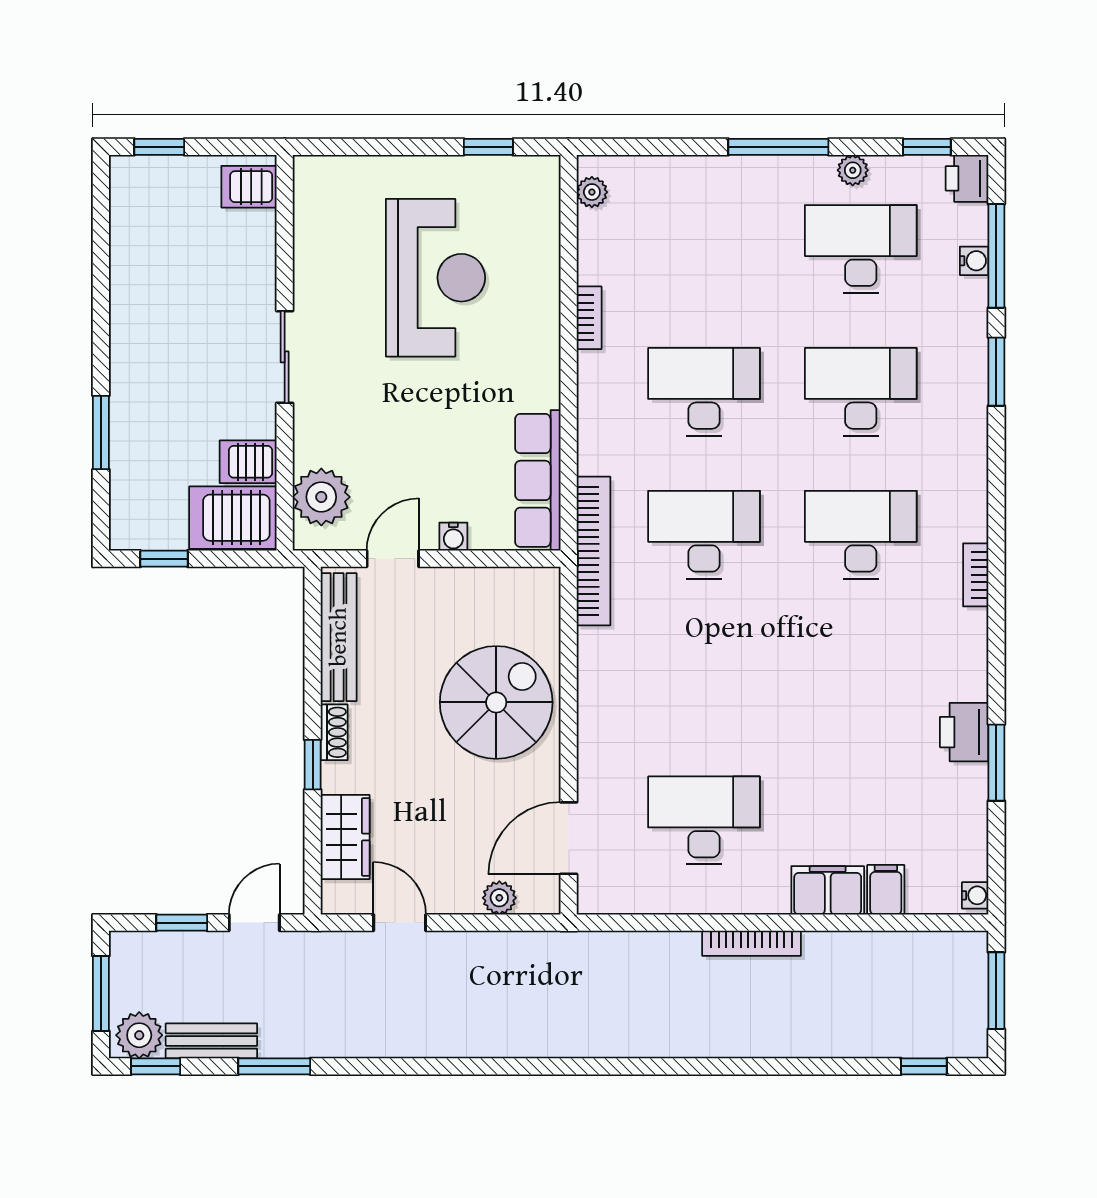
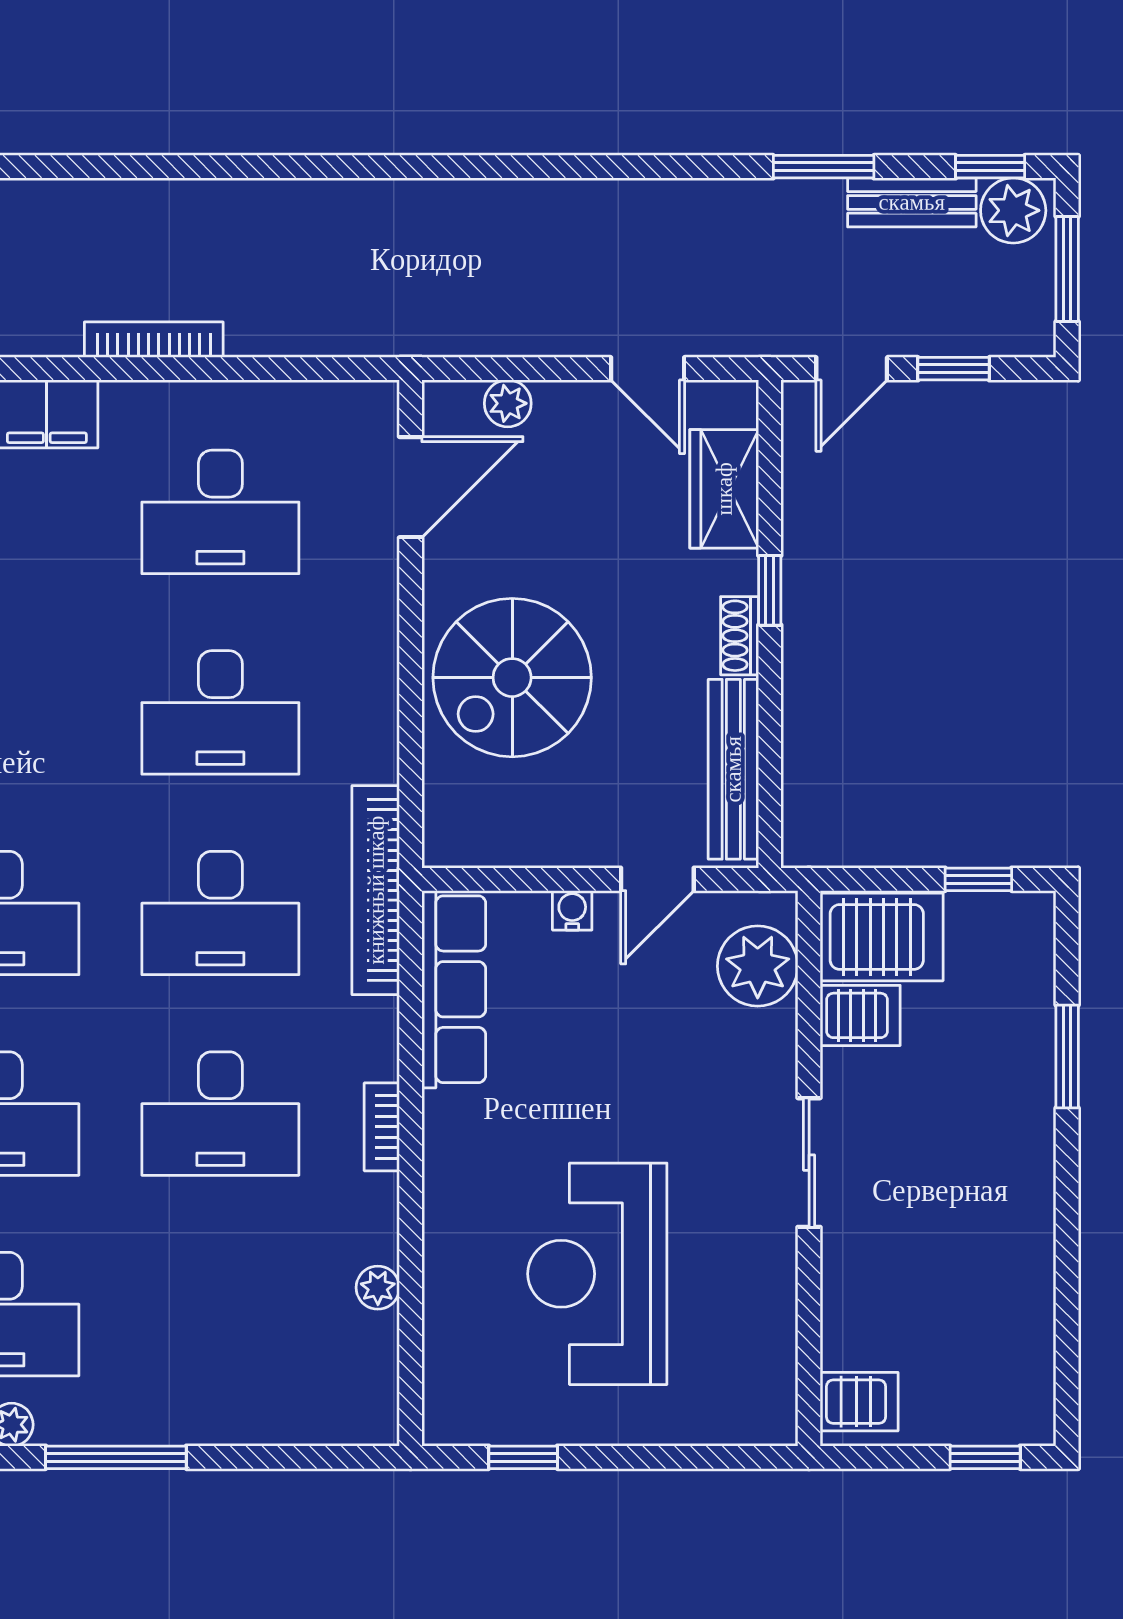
plant: (592, 192) -> (378, 1288), moved
bookcase: (589, 318) -> (382, 1127), moved
desk: (704, 678) -> (220, 712), added

